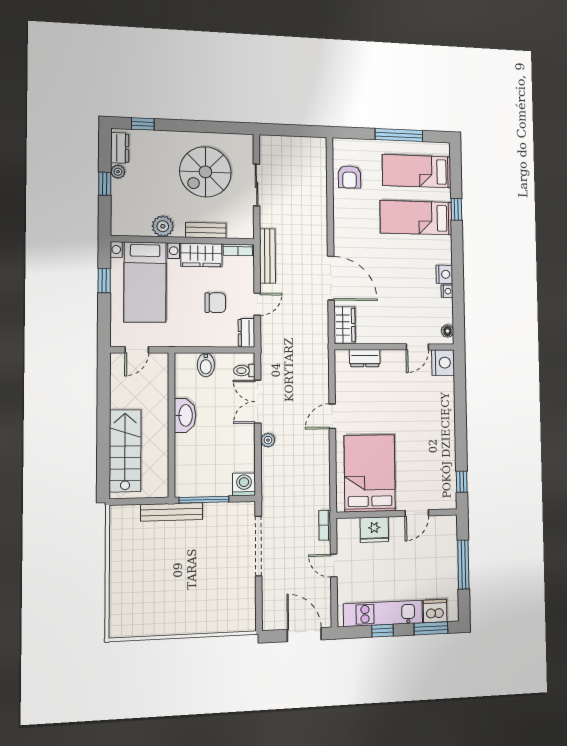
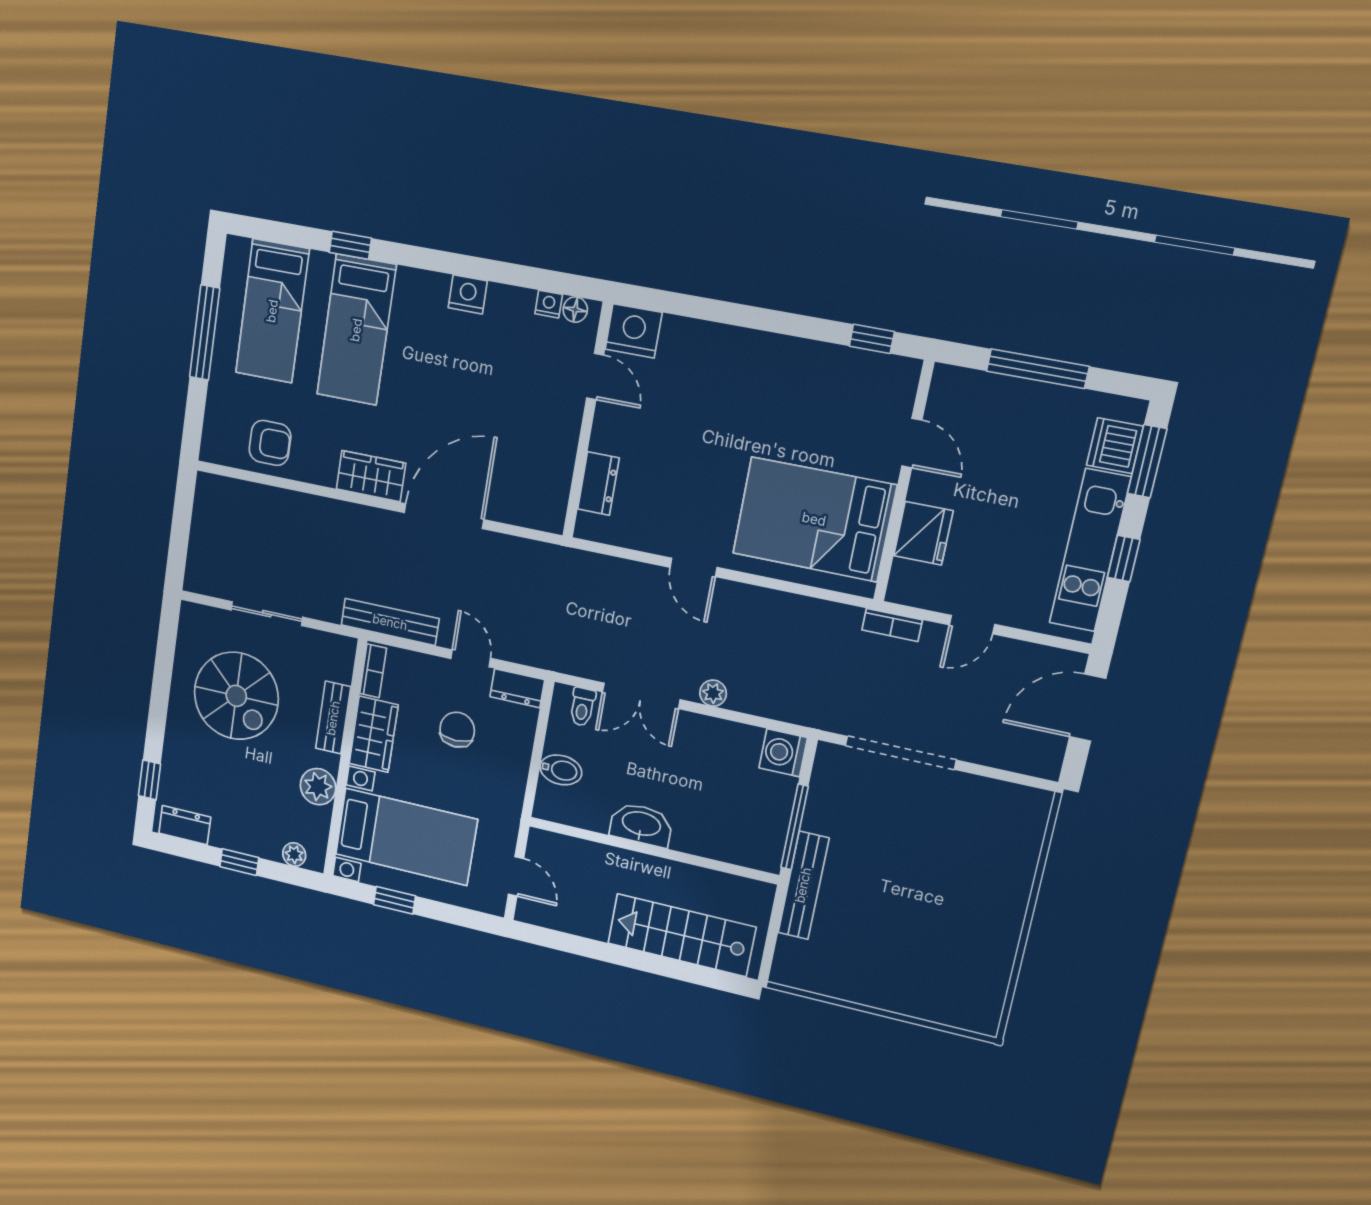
plant: (118, 172) -> (294, 854), moved
nightstand: (447, 291) -> (549, 304), moved
wardrobe: (345, 325) -> (371, 476), moved

